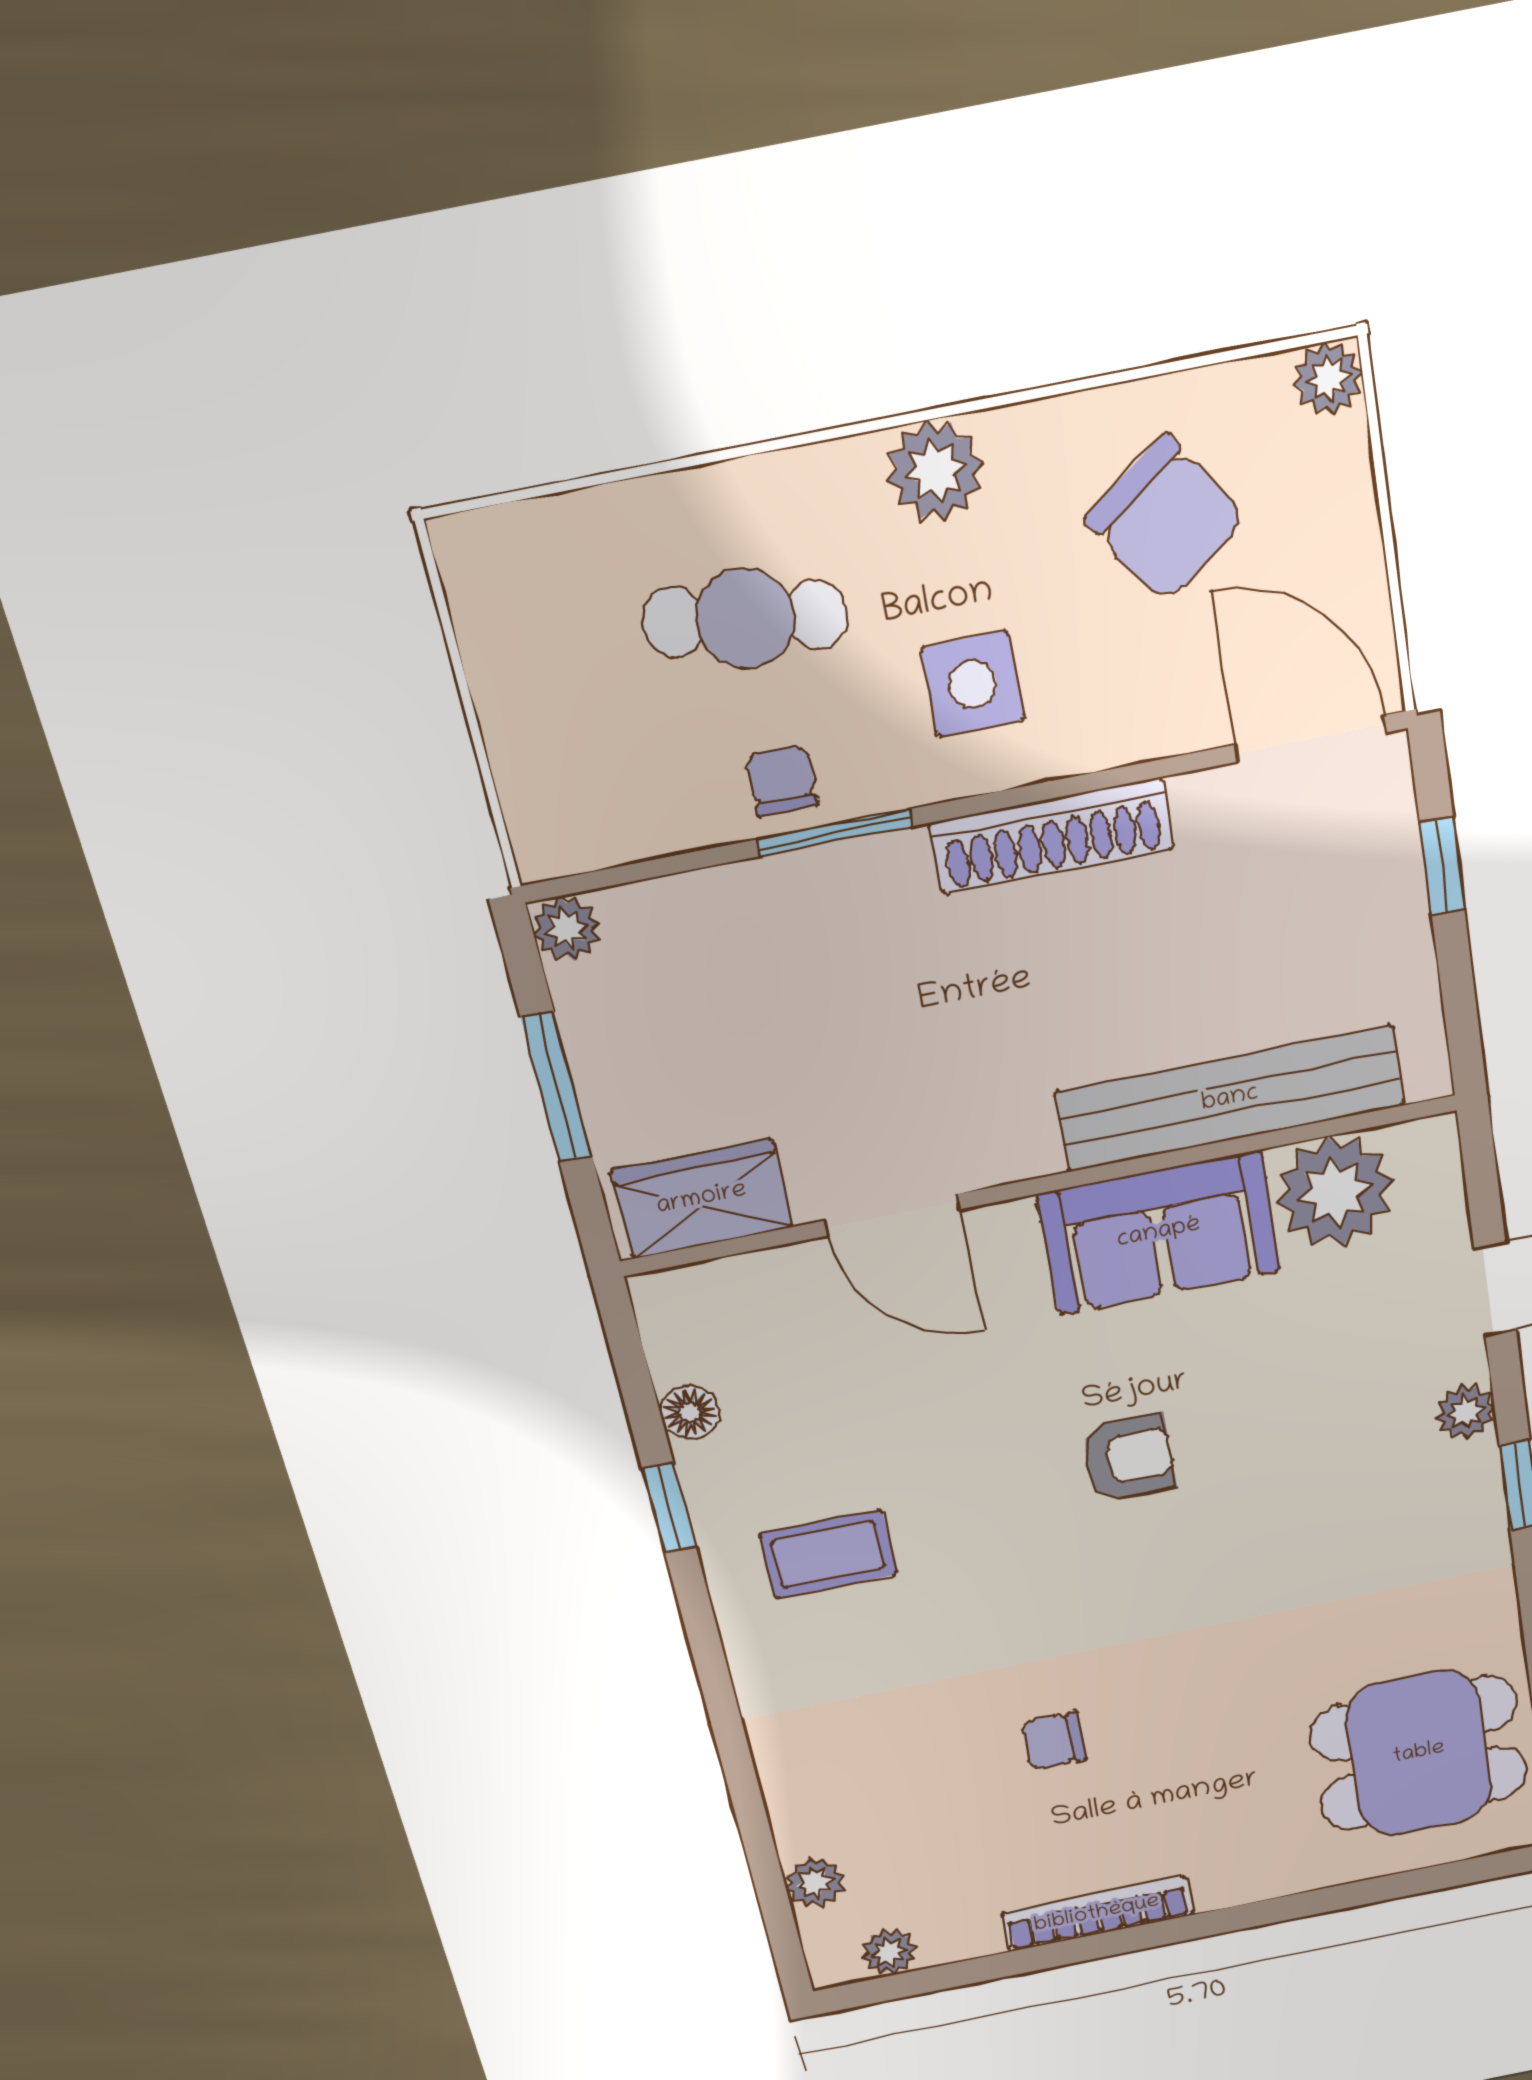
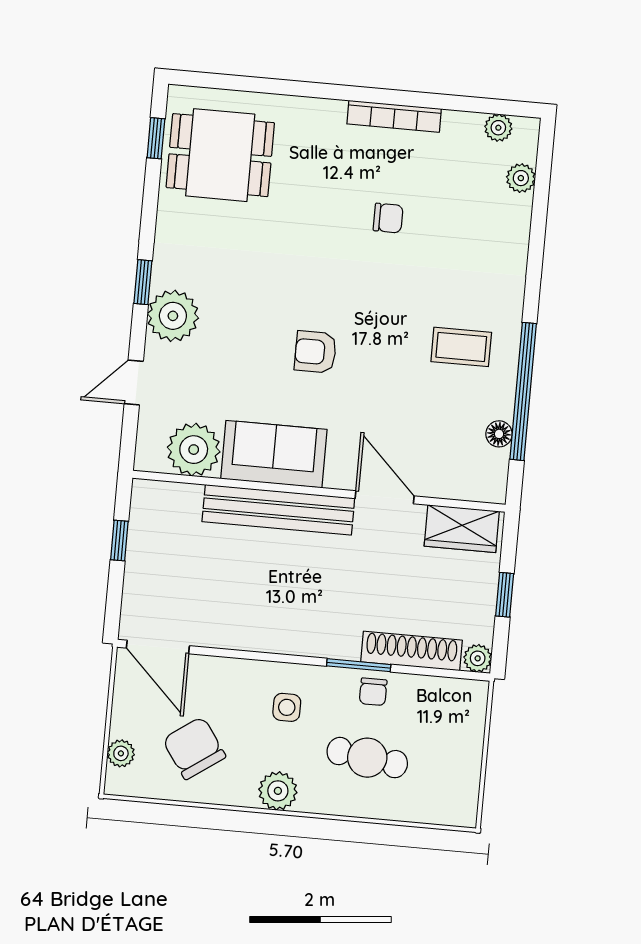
plant: (1328, 378) -> (121, 753), moved
side table: (972, 684) -> (287, 707), width x0.73, depth x0.73
shoe rack: (1052, 836) -> (411, 651), moved
window: (1442, 866) -> (119, 541), moved
window: (557, 1087) -> (505, 595), width x0.67
bench: (1230, 1099) -> (278, 510), moved
plant: (1465, 1412) -> (173, 316), width x1.88, depth x1.88
window: (669, 1508) -> (523, 391), width x3.17

